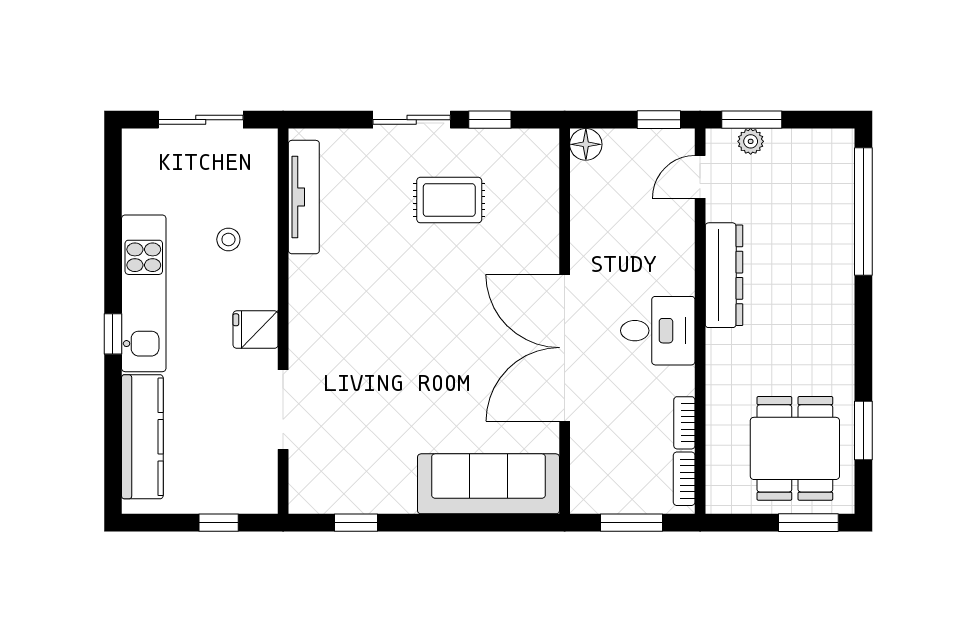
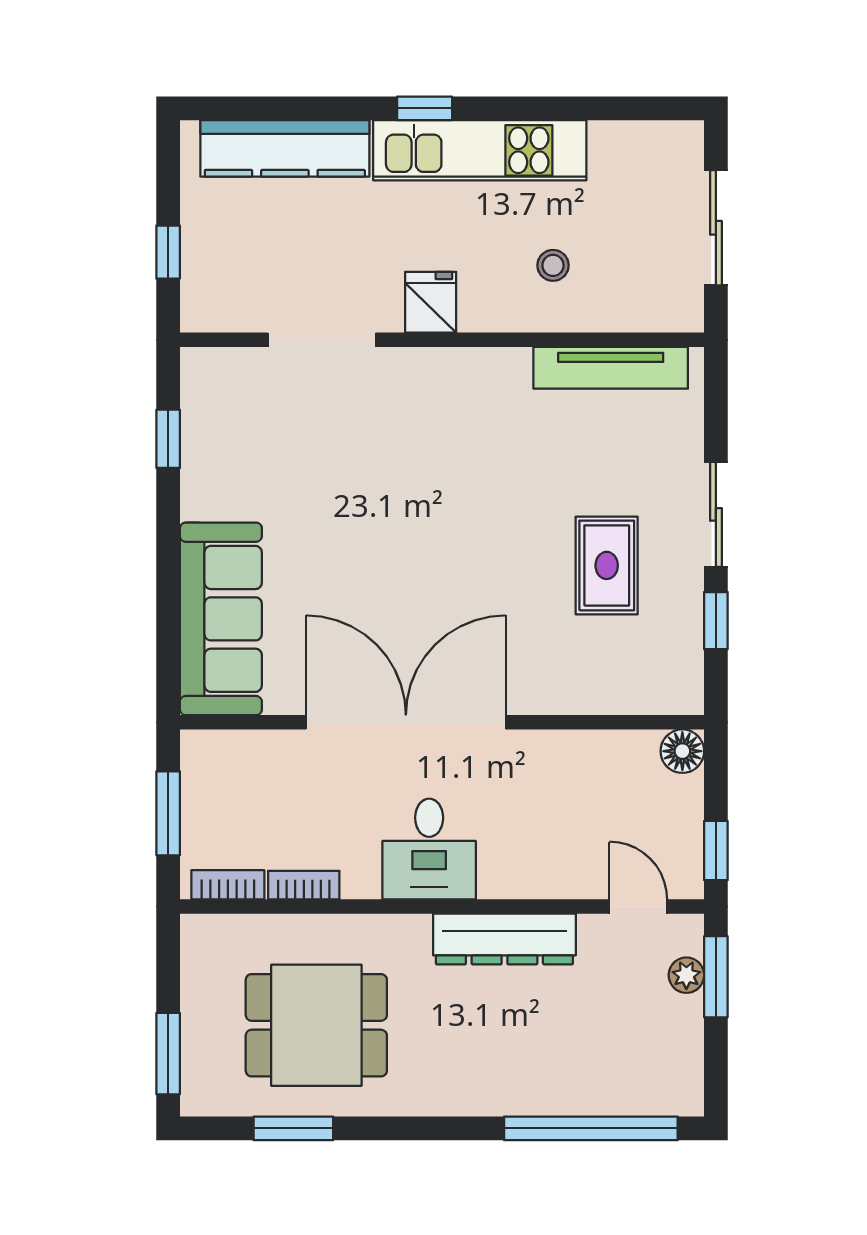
dining table: (795, 448) -> (316, 1025), moved

